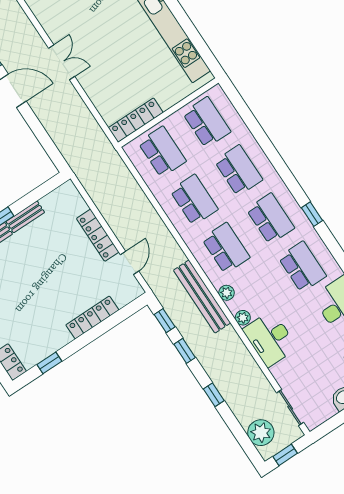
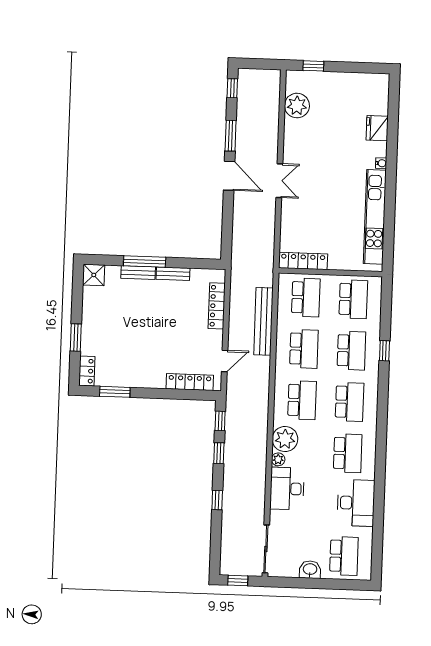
window: (312, 214) -> (384, 351), moved
locker: (98, 235) -> (217, 306), moved
plant: (226, 293) -> (285, 439), width x1.87, depth x1.87
bench: (202, 297) -> (263, 321), moved
locker: (92, 317) -> (190, 382), moved
window: (49, 363) -> (115, 392), width x1.50
sliding door: (290, 408) -> (266, 549), width x1.37
plant: (261, 433) -> (232, 552), removed

